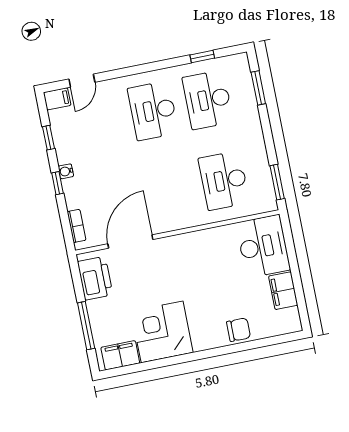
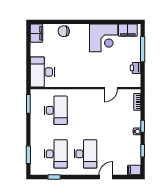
door: (82, 81) -> (106, 177), moved
door: (130, 242) -> (111, 88), width x0.53
printer: (95, 278) -> (135, 68), width x0.53, depth x0.68
filing cabinet: (283, 291) -> (36, 33), moved

